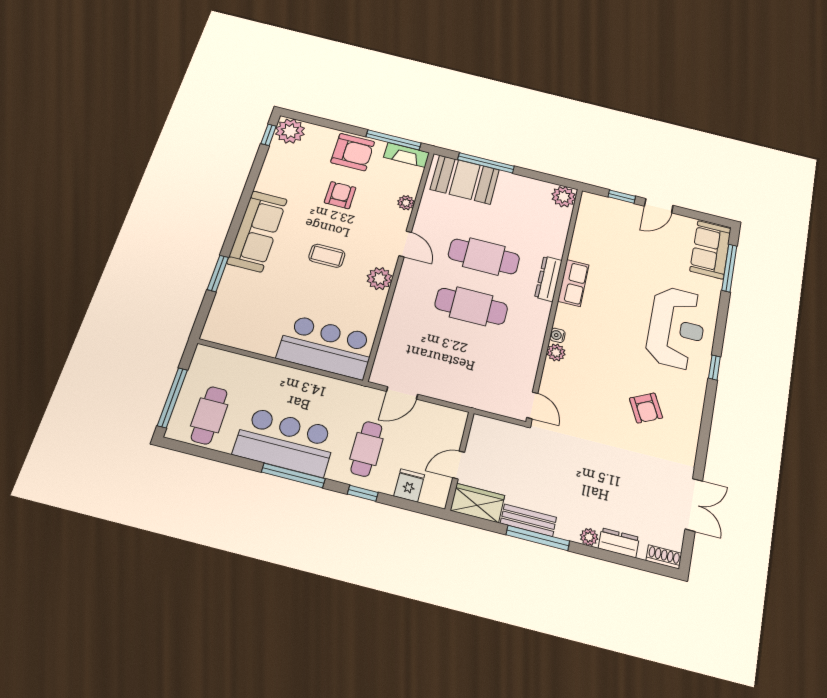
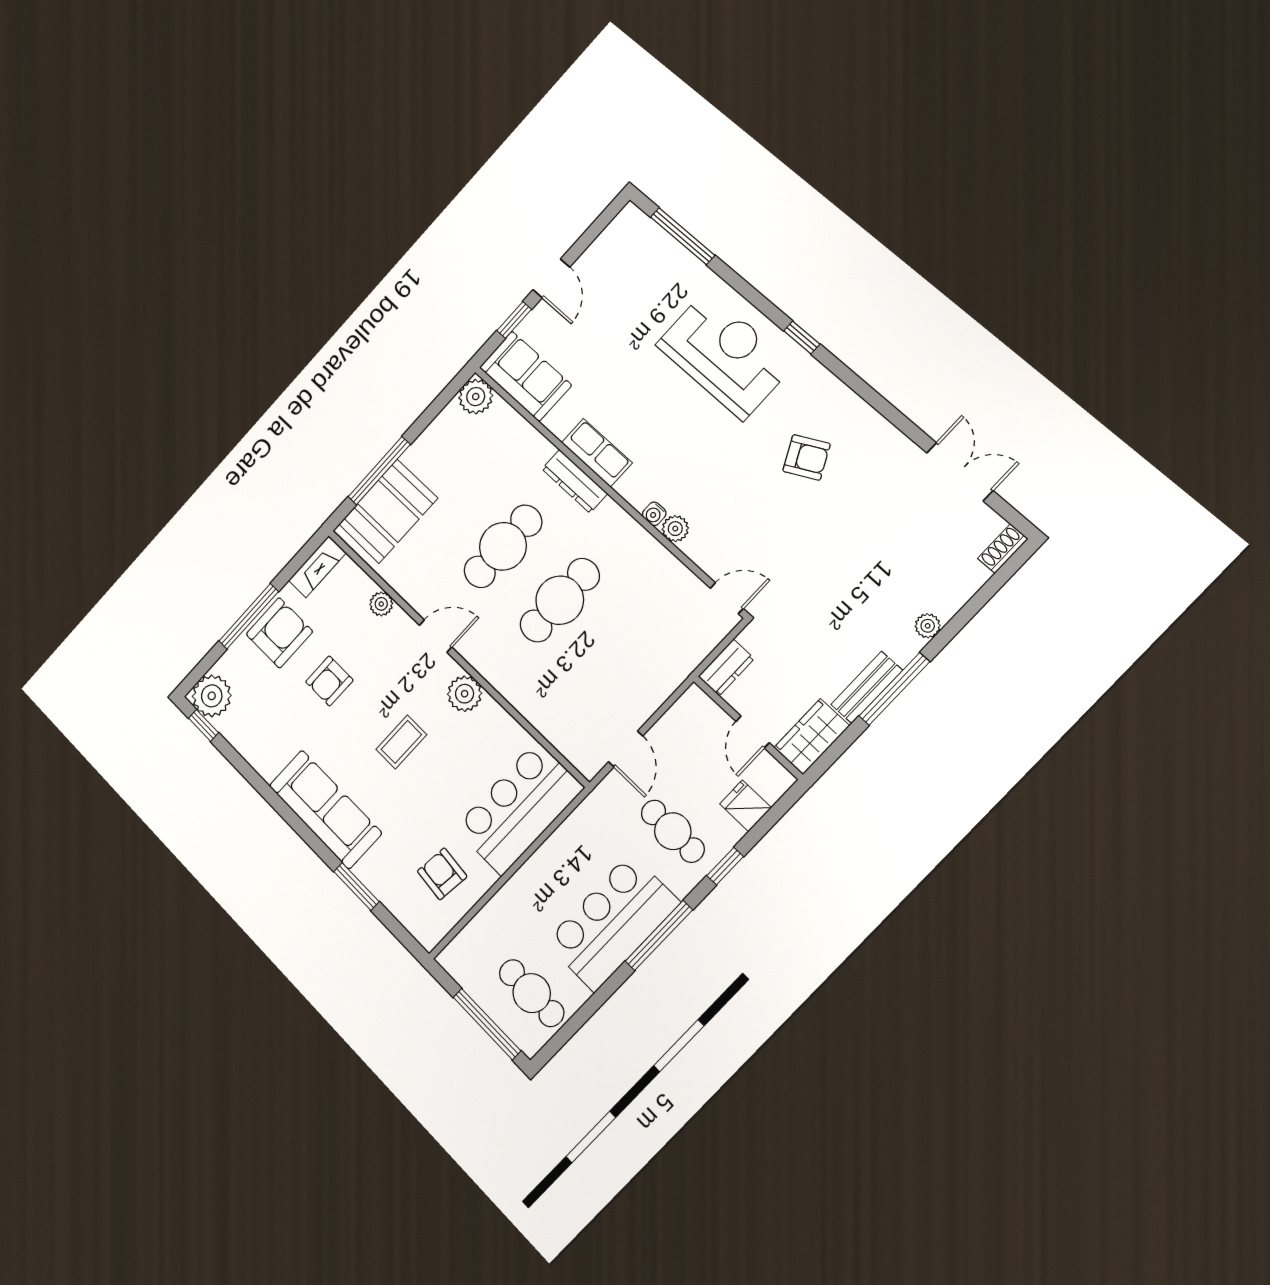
window: (393, 140) -> (249, 616), moved
armchair: (340, 195) -> (329, 681), turned -90
sofa: (710, 250) -> (525, 376), moved, turned 180
armchair: (256, 321) -> (442, 874), added
dresser: (619, 543) -> (726, 668), moved, turned 180

